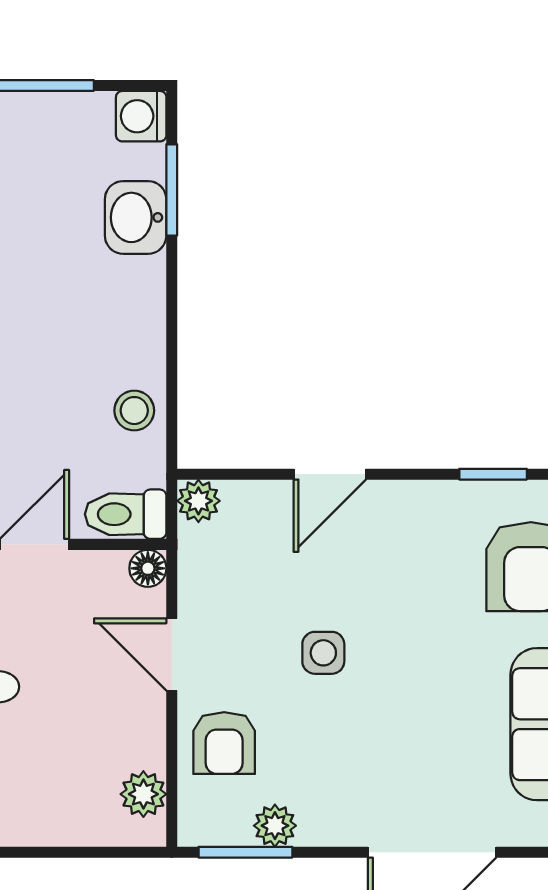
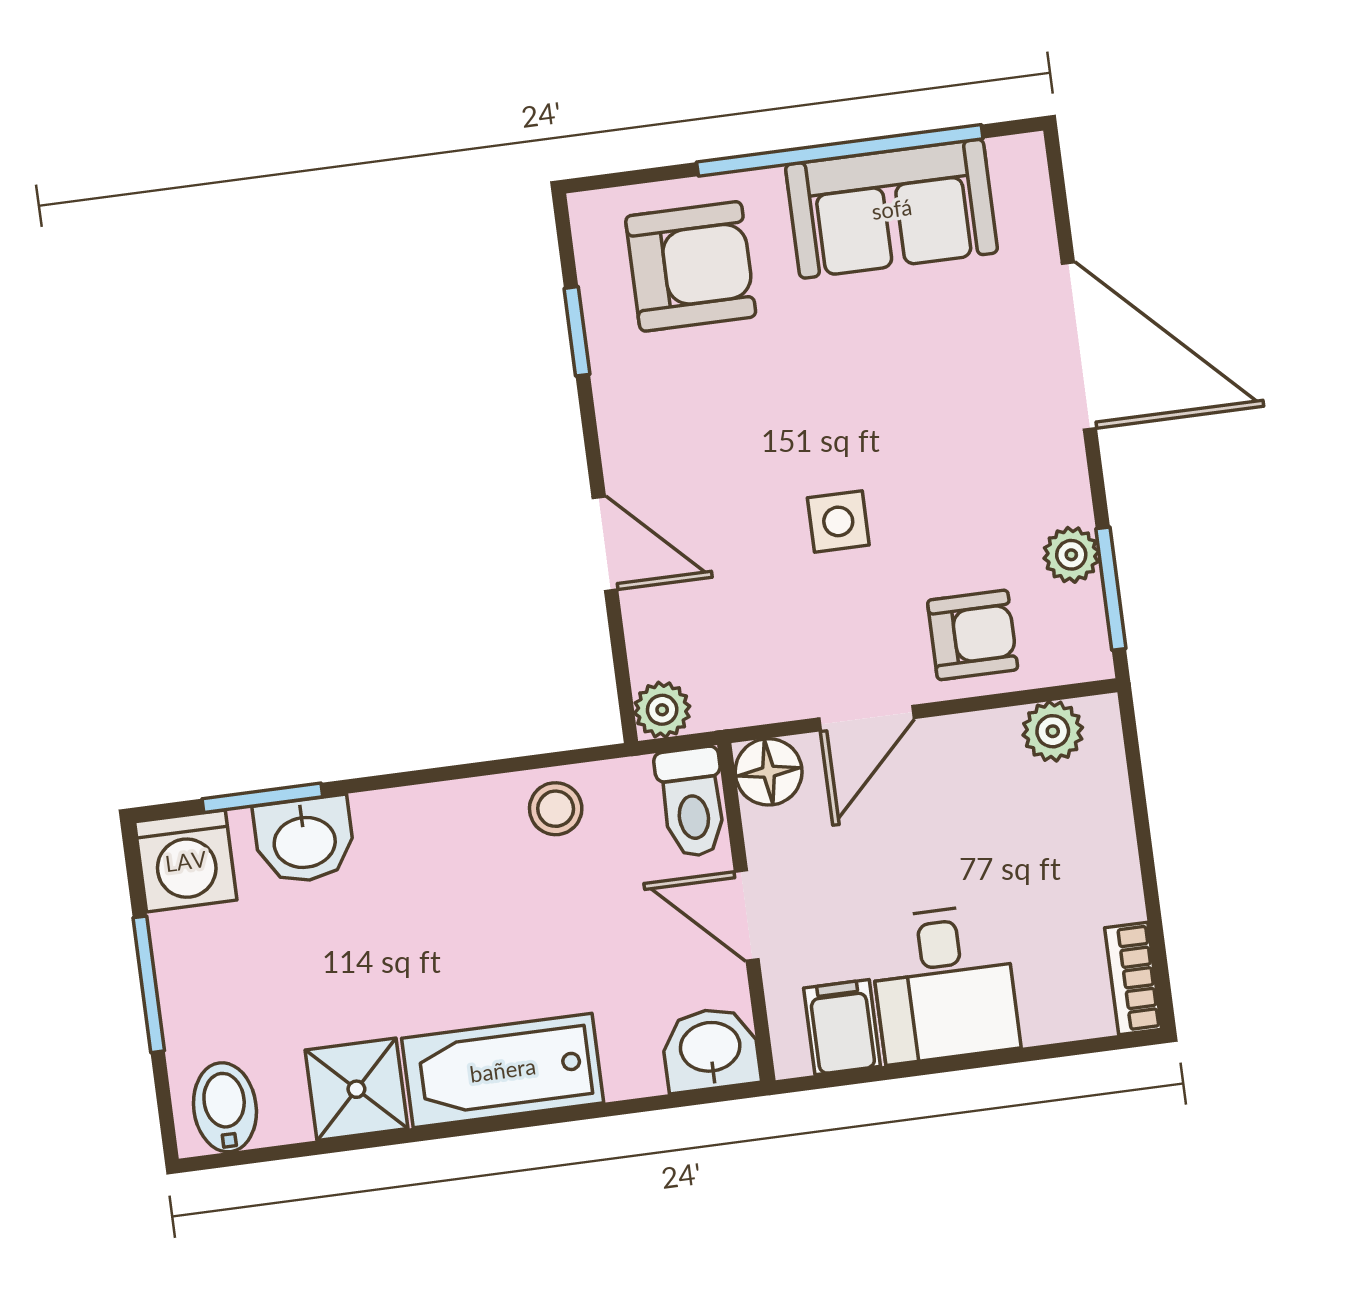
washing machine: (141, 116) -> (186, 861), width x1.38, depth x1.38
floor lamp: (148, 568) -> (769, 772), width x1.37, depth x1.37

